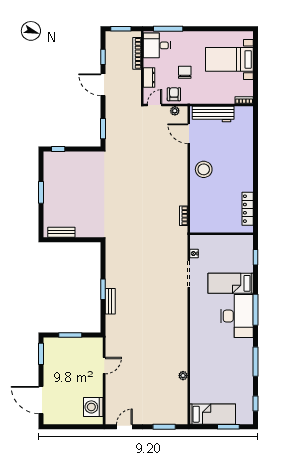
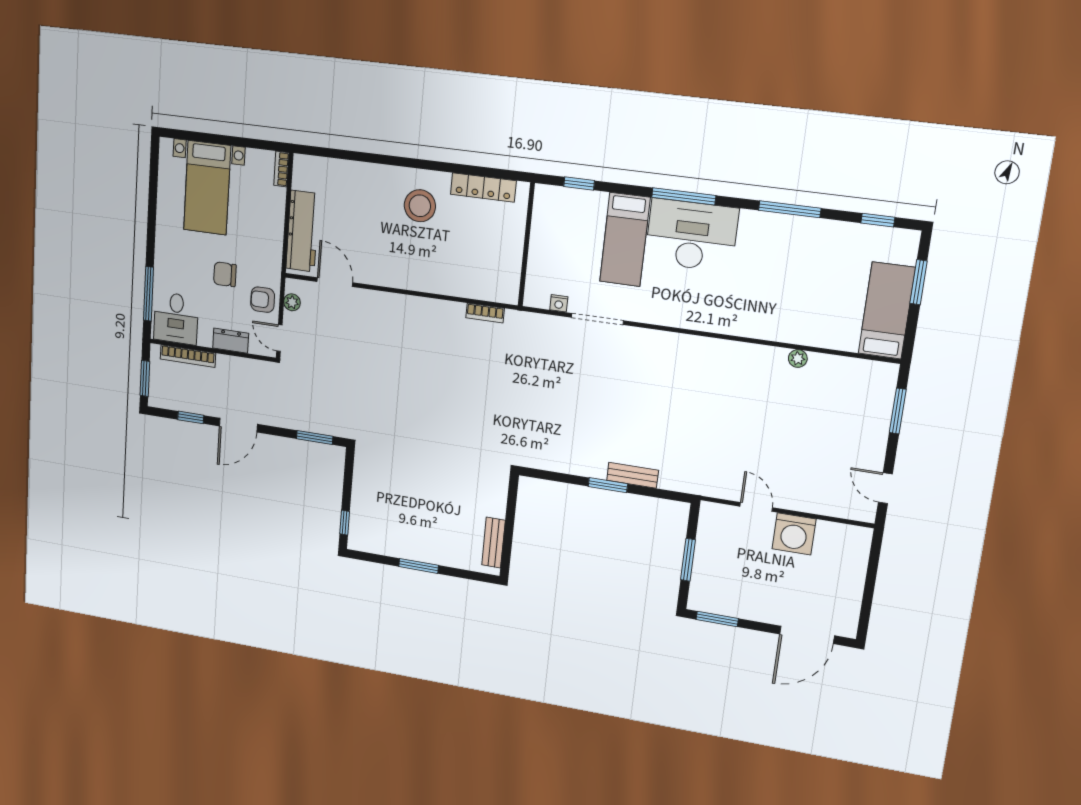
door: (189, 134) -> (335, 282), swing flipped
stool: (204, 169) -> (420, 206), moved
washing machine: (93, 407) -> (794, 534), moved

